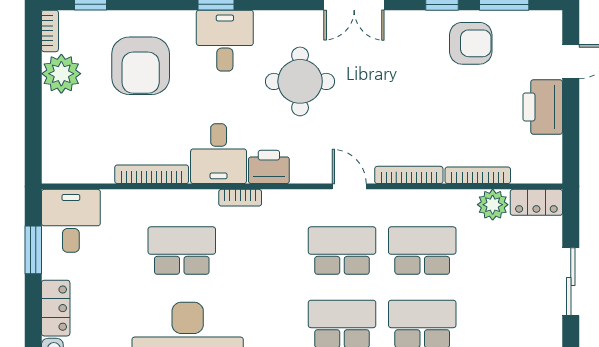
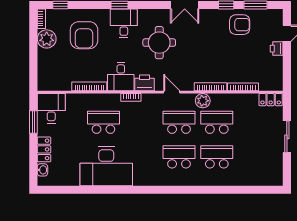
printer: (543, 107) -> (277, 49), width x0.53, depth x0.68
door: (349, 186) -> (172, 92), moved
plant: (493, 205) -> (203, 101), moved

